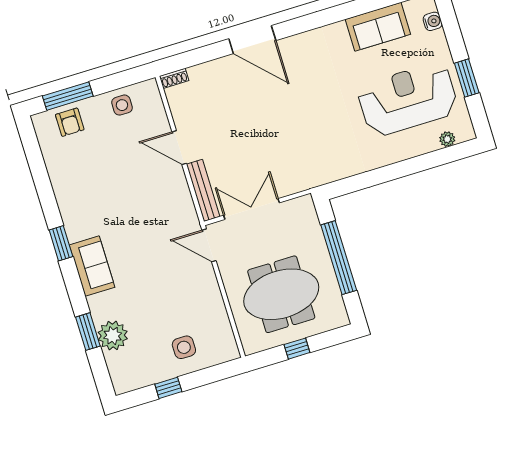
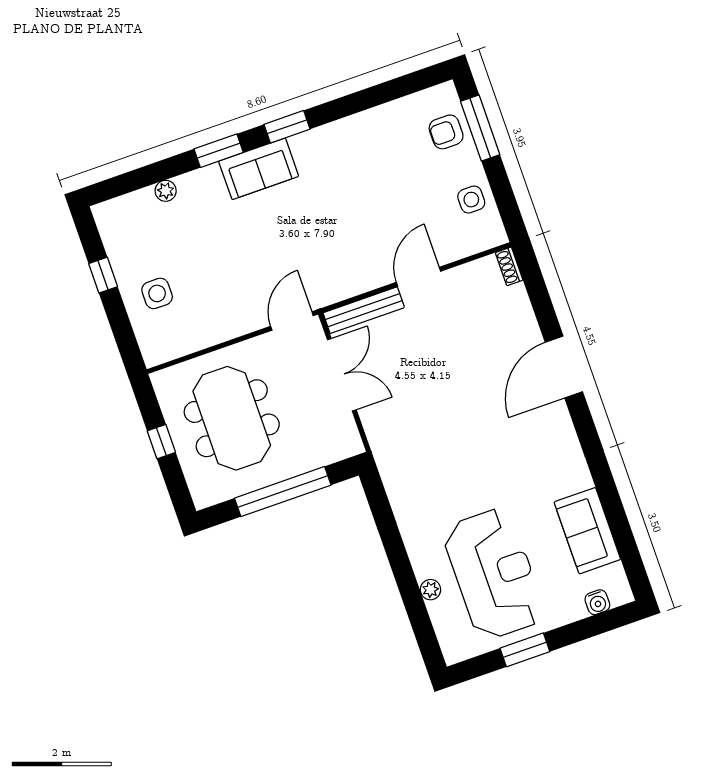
plant: (447, 139) -> (430, 590), moved
window: (88, 332) -> (219, 151), moved
plant: (113, 336) -> (166, 191), width x0.53, depth x0.53

